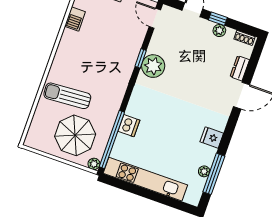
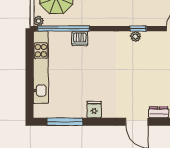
plant: (153, 66) -> (135, 36), width x0.53, depth x0.53
plant: (204, 171) -> (64, 113), removed

